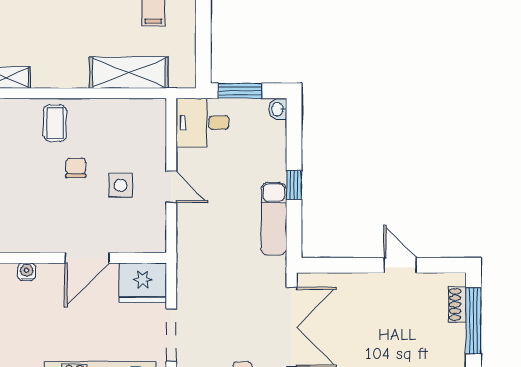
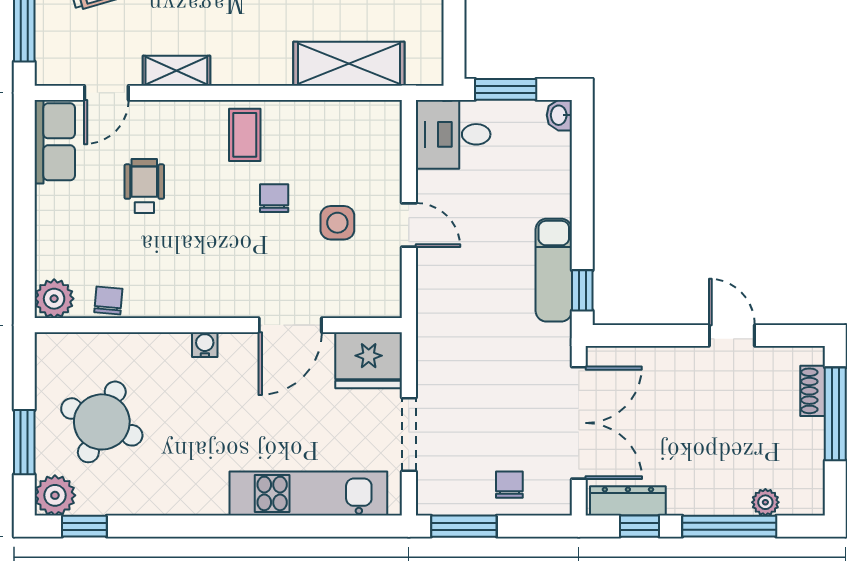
window: (294, 185) -> (582, 290), moved

